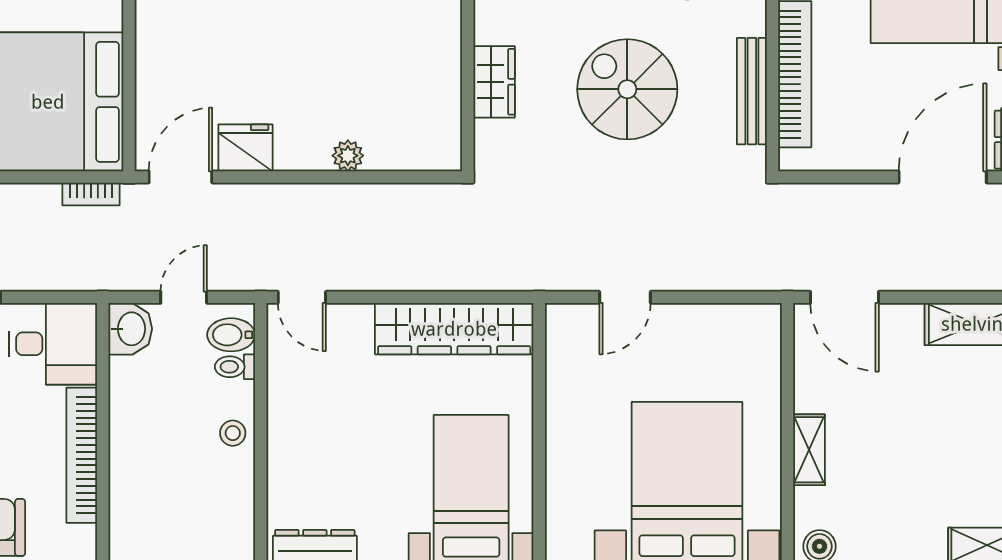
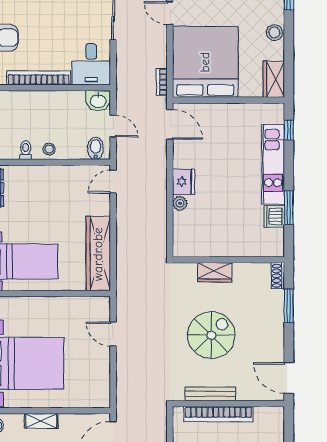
fridge: (246, 148) -> (184, 182), moved
toilet: (235, 367) -> (26, 150), moved

